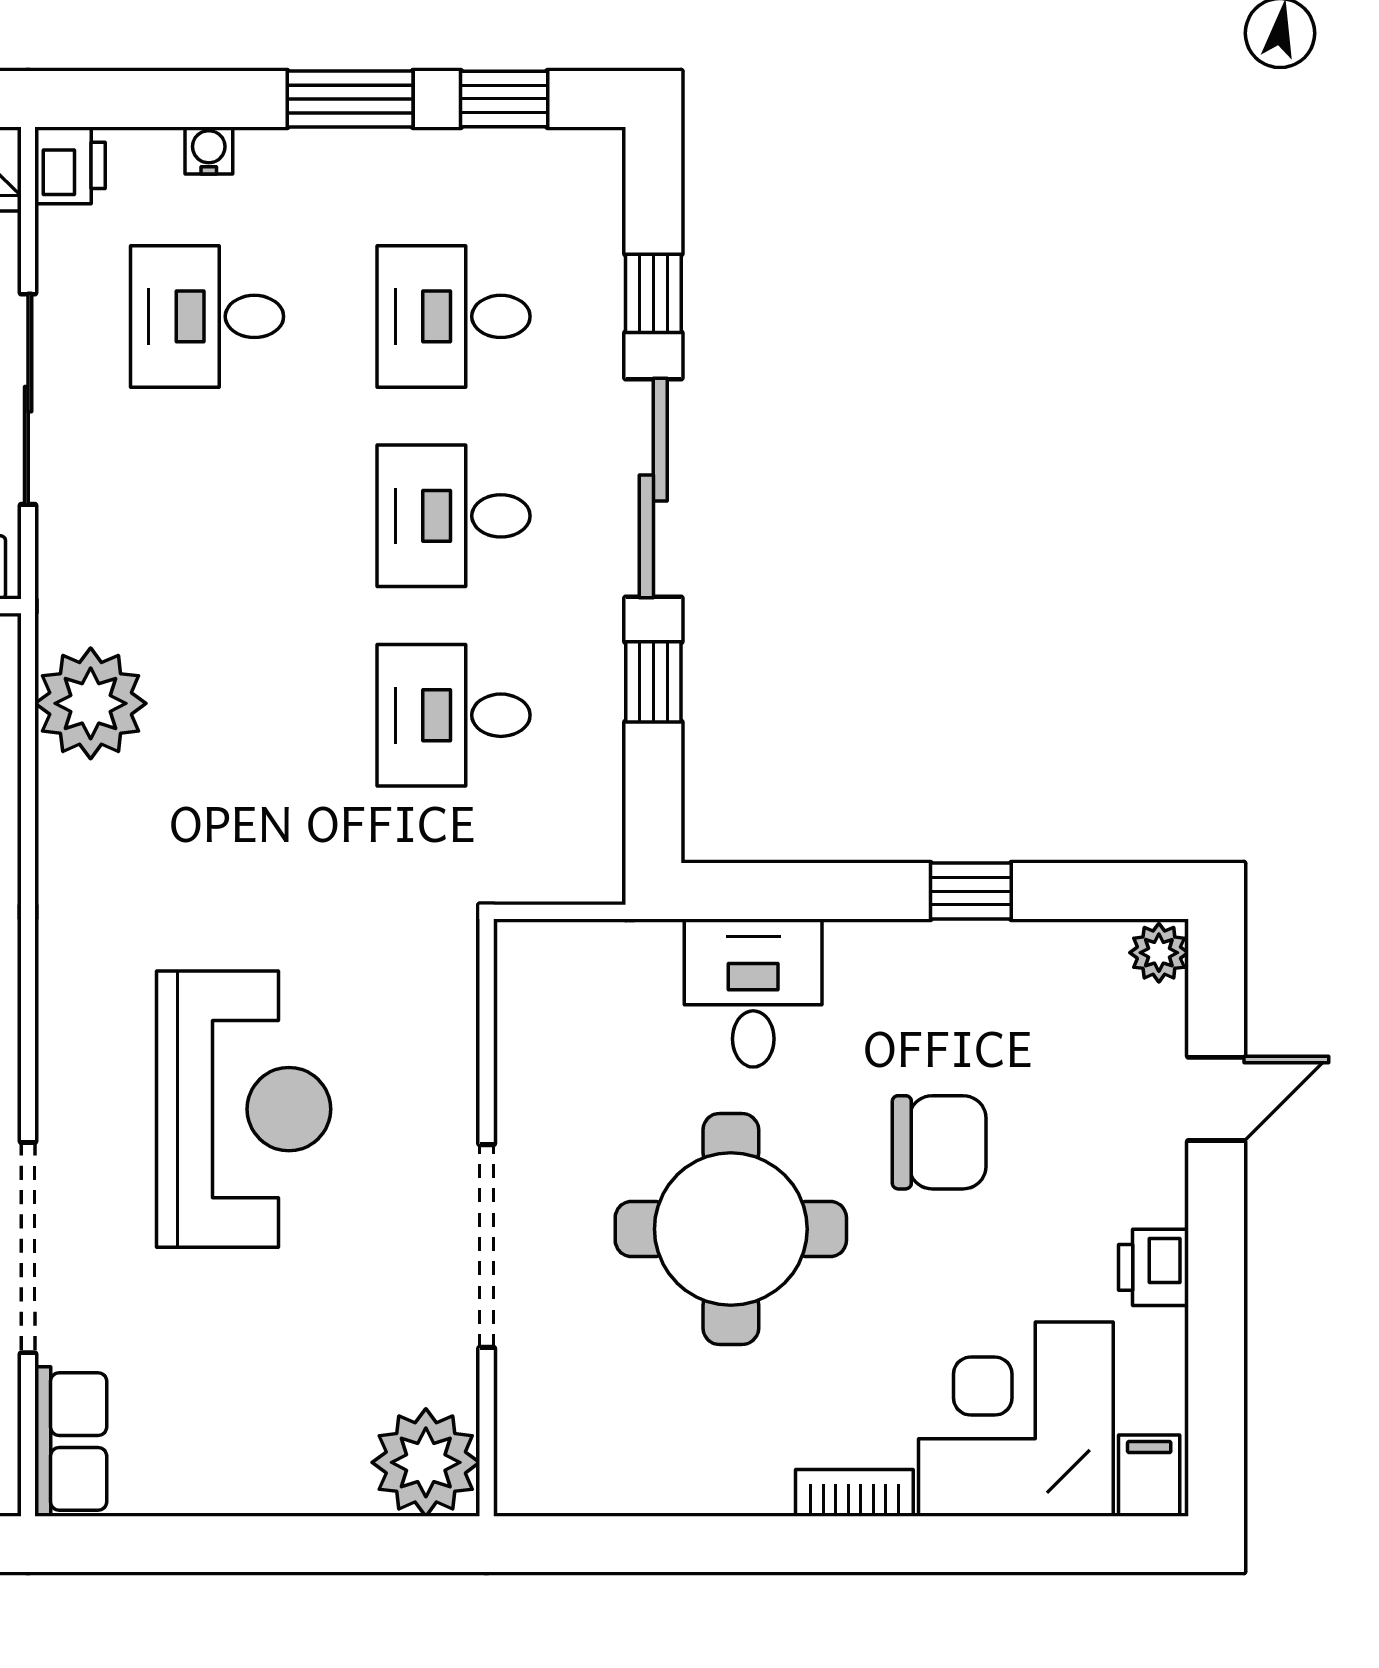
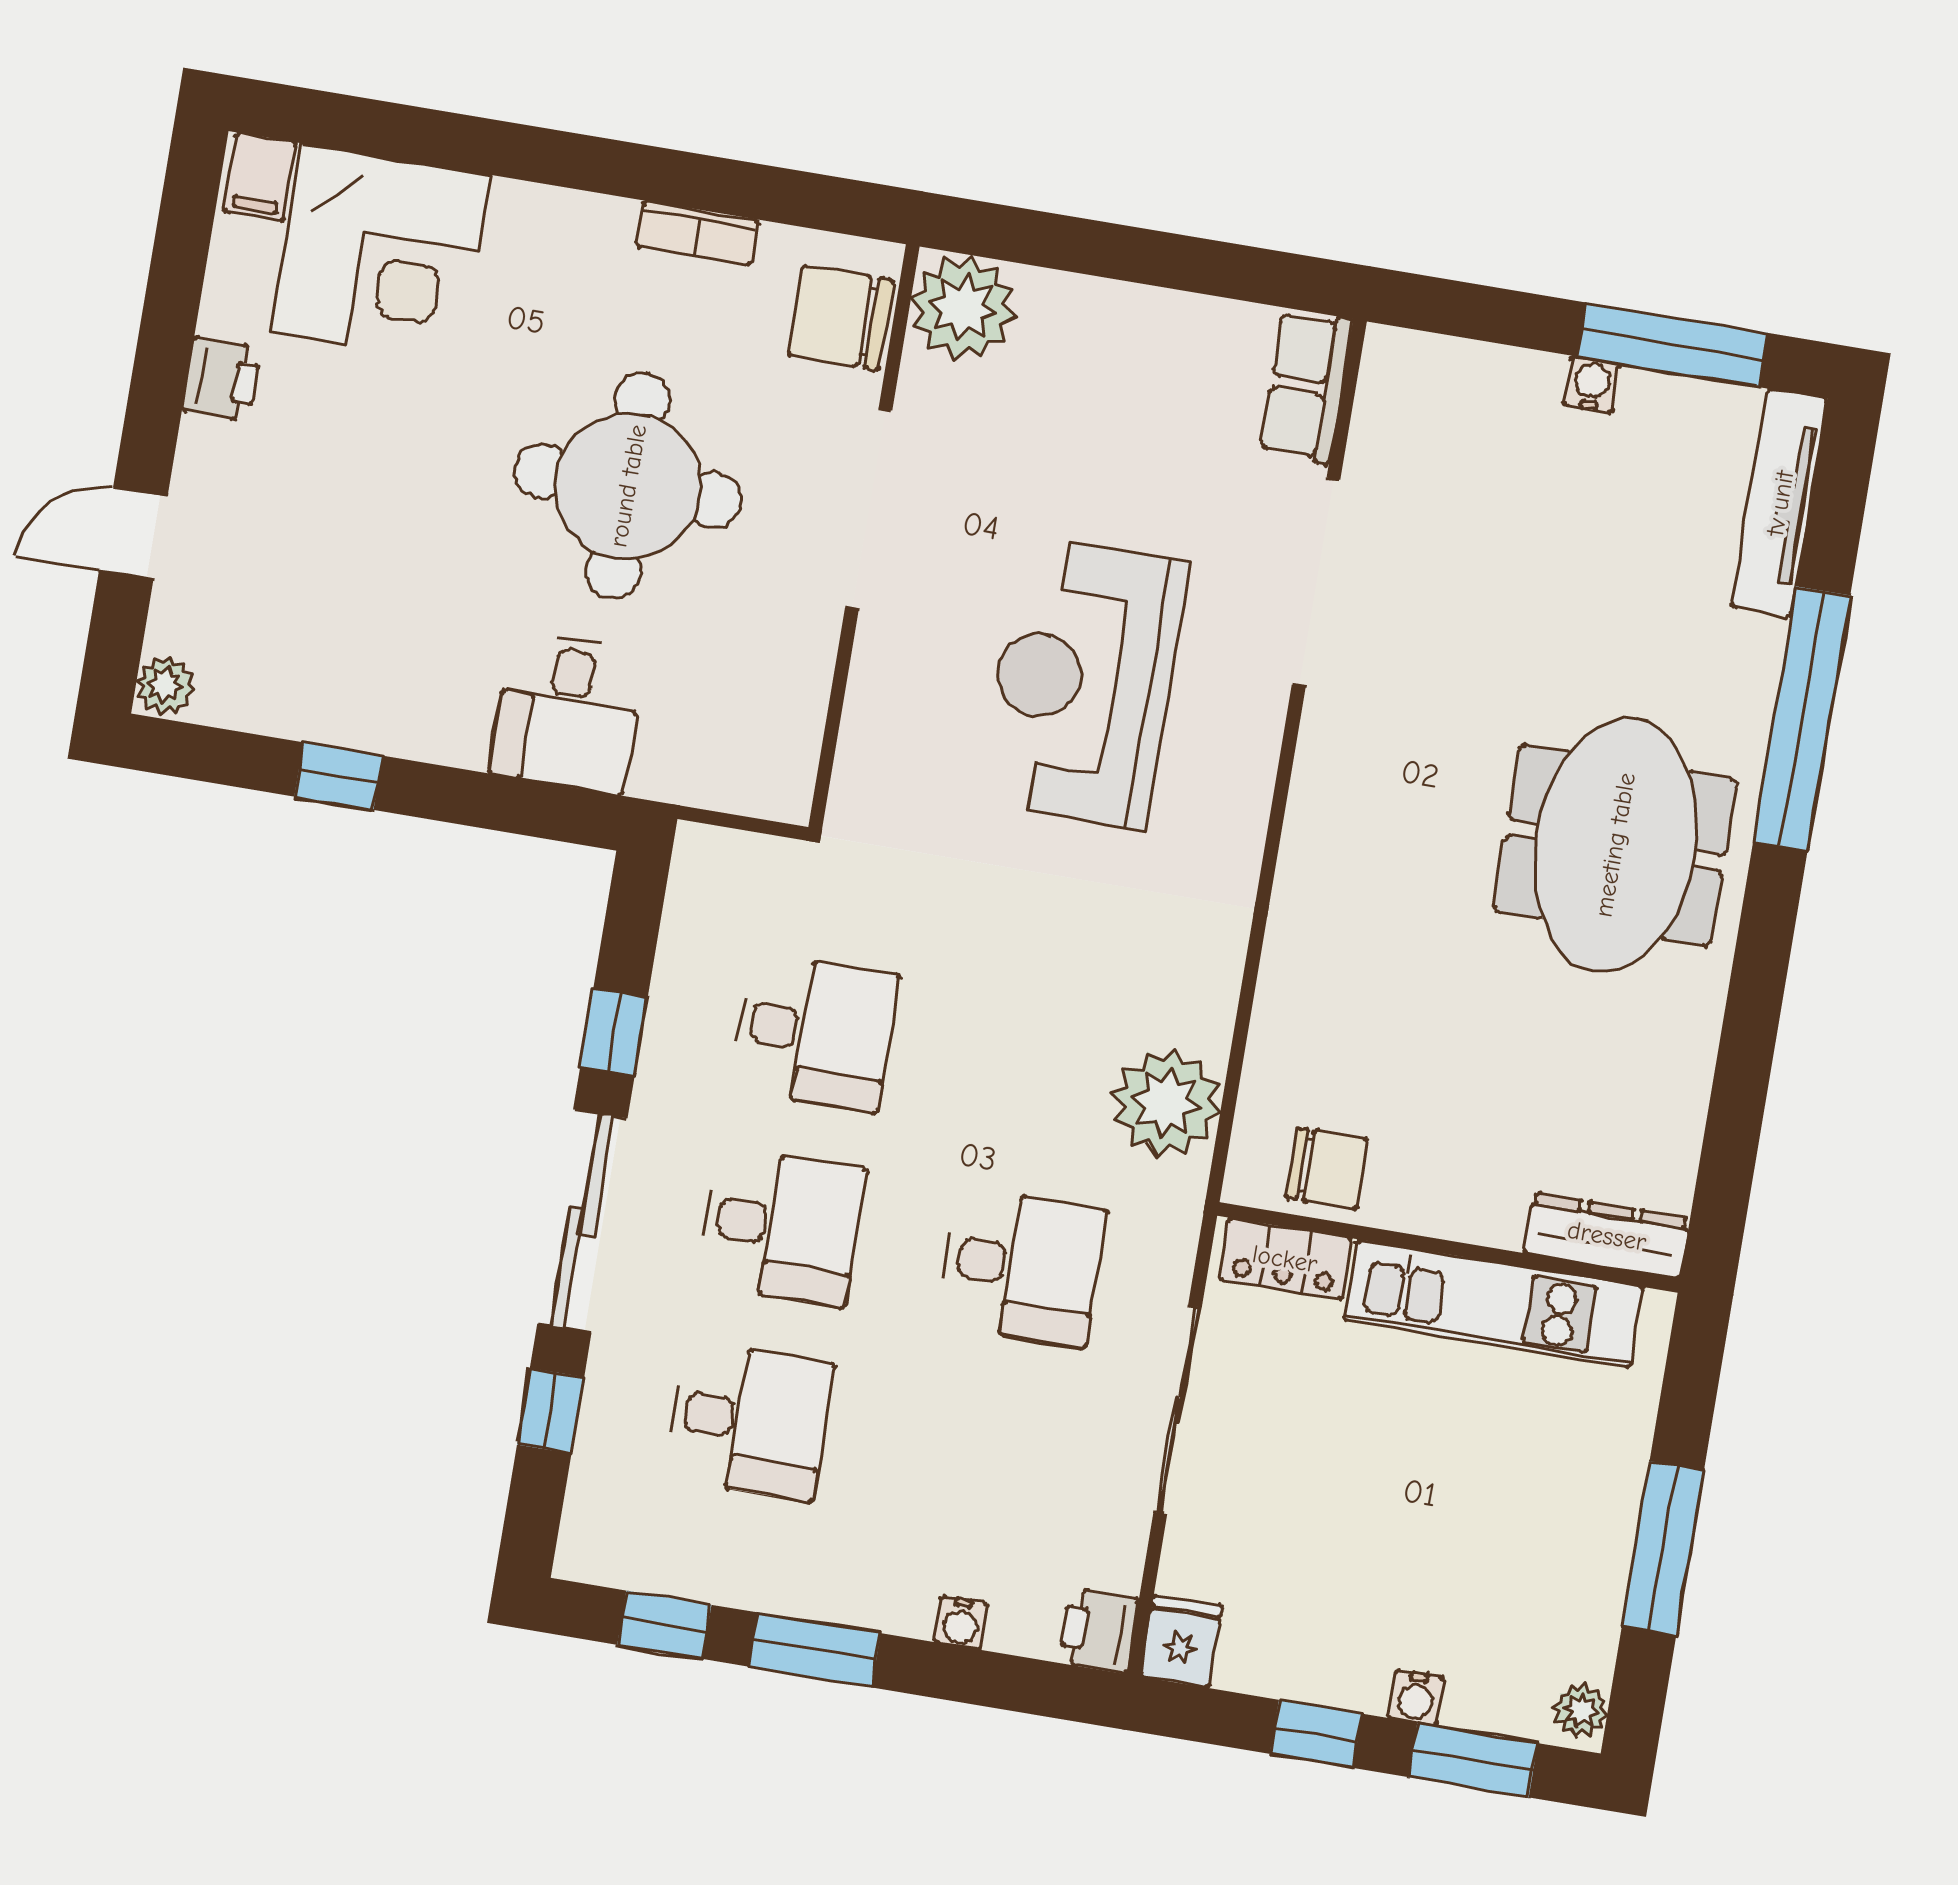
desk: (207, 316) -> (1022, 1267), moved
chair: (939, 1142) -> (841, 318), moved
bookcase: (854, 1493) -> (698, 233), moved

